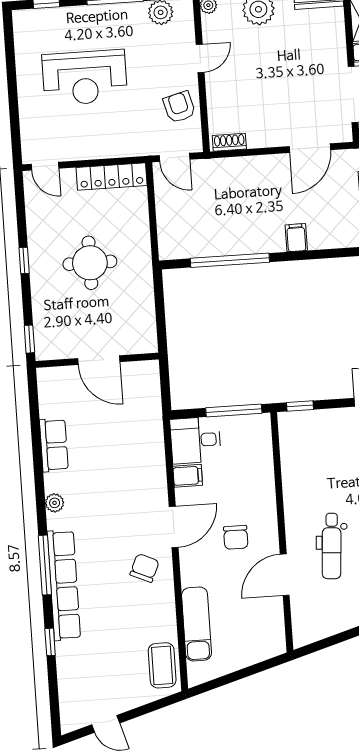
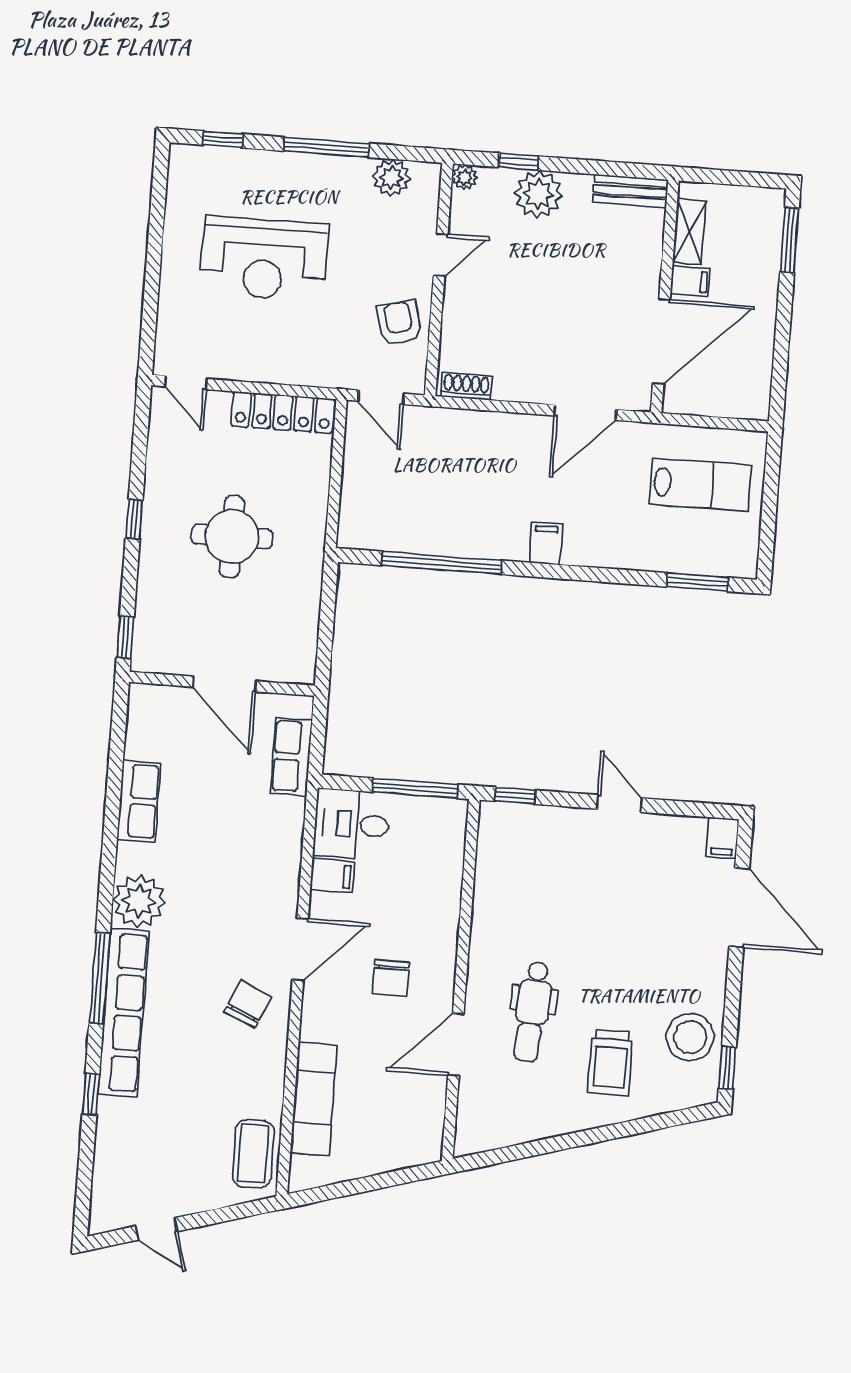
row of seats: (150, 401) -> (291, 757), added
plant: (55, 503) -> (139, 901), width x1.87, depth x1.87

